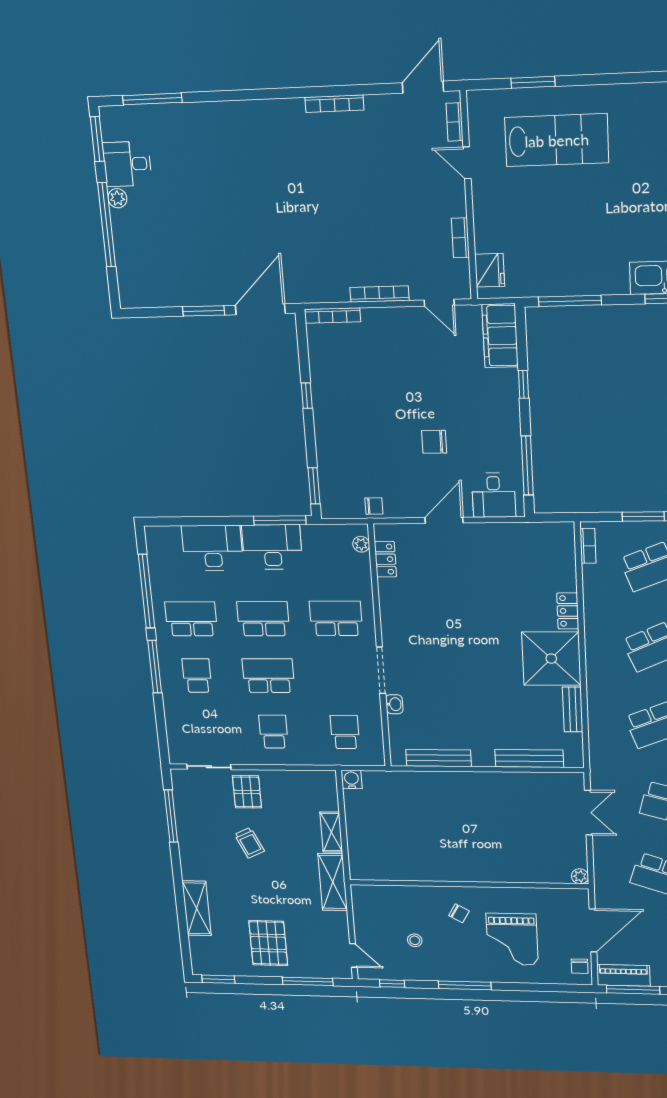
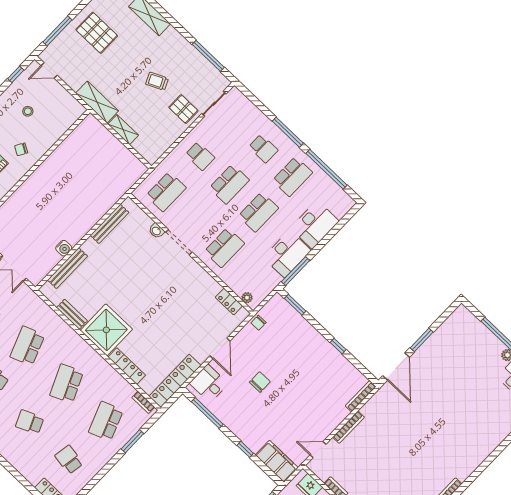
locker: (529, 534) -> (175, 381), added
locker: (568, 611) -> (127, 366), width x1.53
school desk: (345, 732) -> (166, 192), width x1.85
water cooler: (352, 780) -> (64, 248), moved

